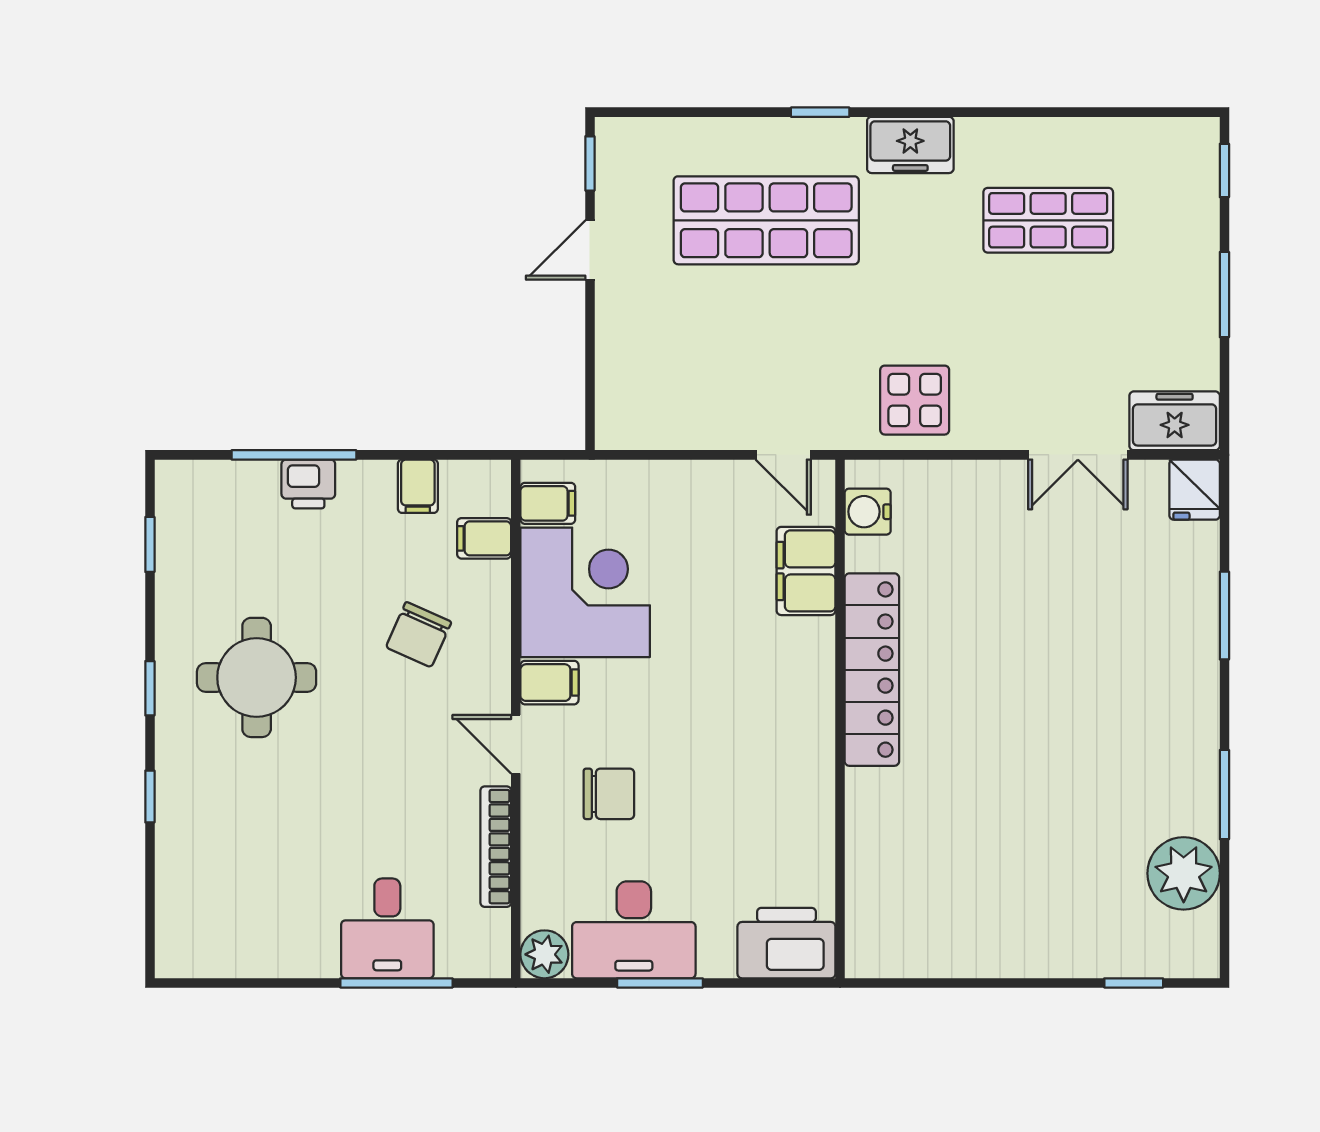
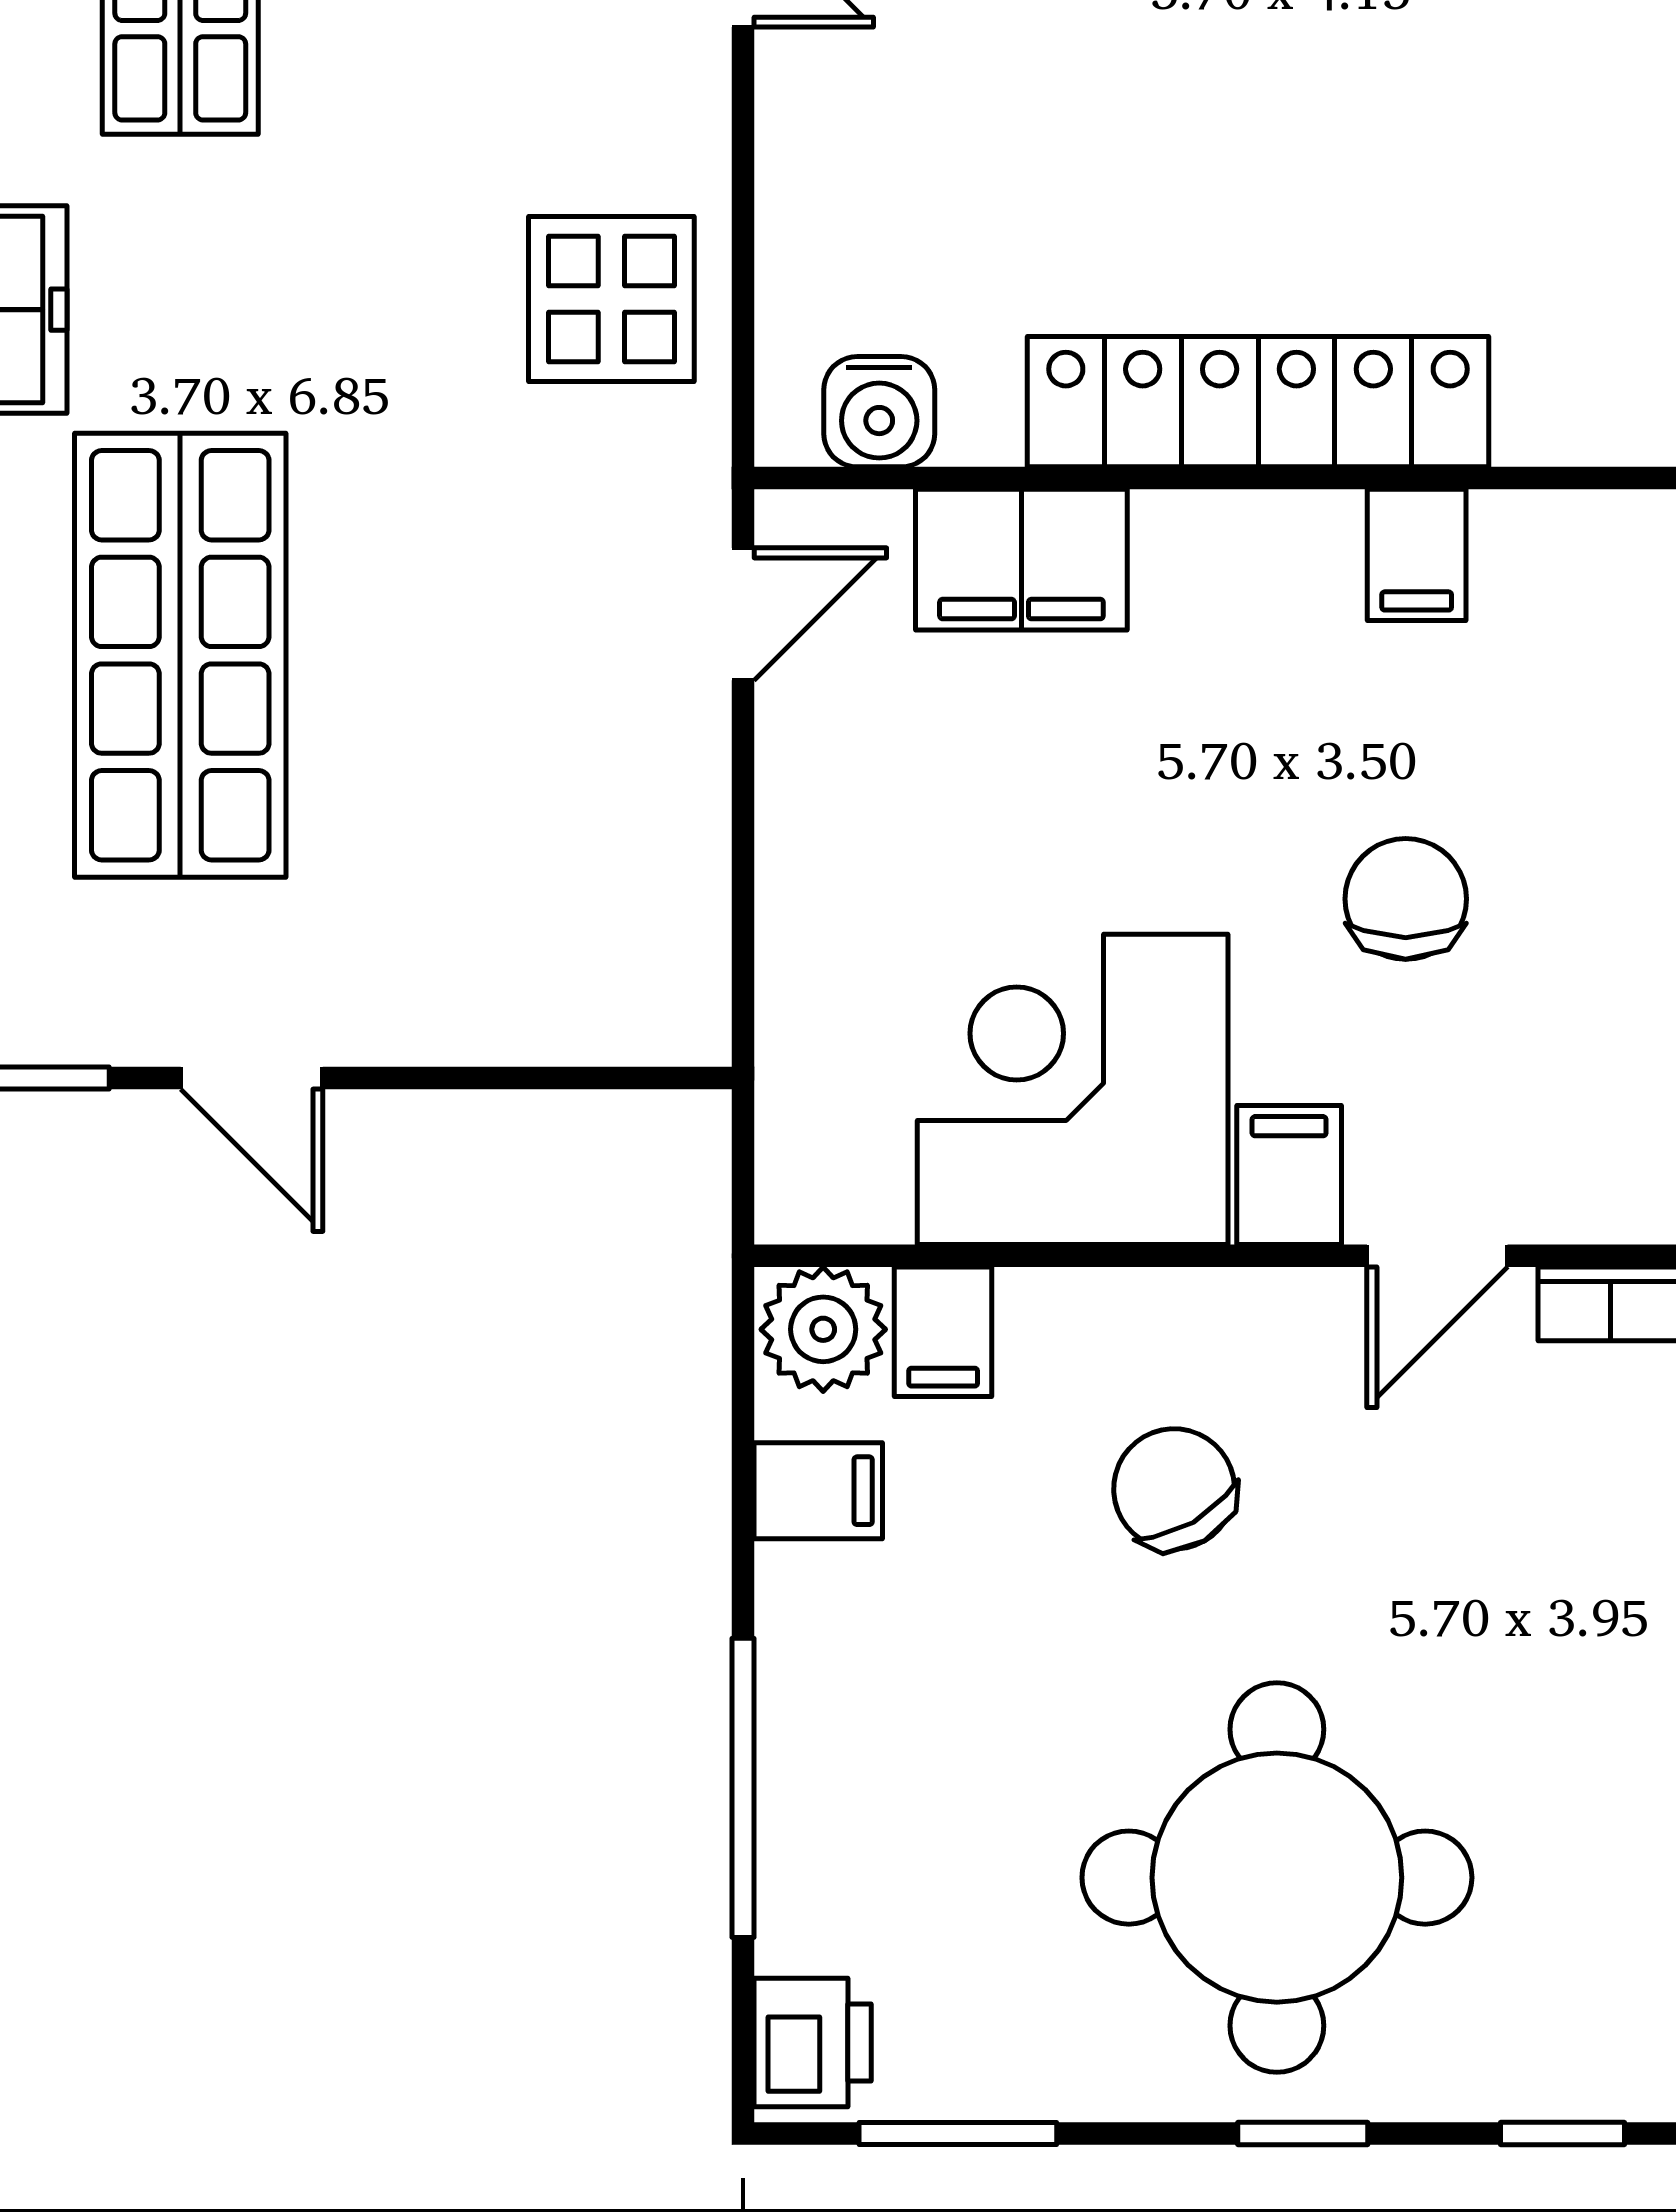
printer: (308, 484) -> (813, 2043), moved
plant: (485, 488) -> (823, 1329), added
filing cabinet: (548, 503) -> (1417, 555), moved, turned 180
window: (150, 544) -> (958, 2133), width x1.50
chair: (419, 635) -> (1174, 1489), turned -144
round table: (257, 677) -> (1277, 1878), width x1.36, depth x1.36
chair: (609, 794) -> (1406, 899), moved

